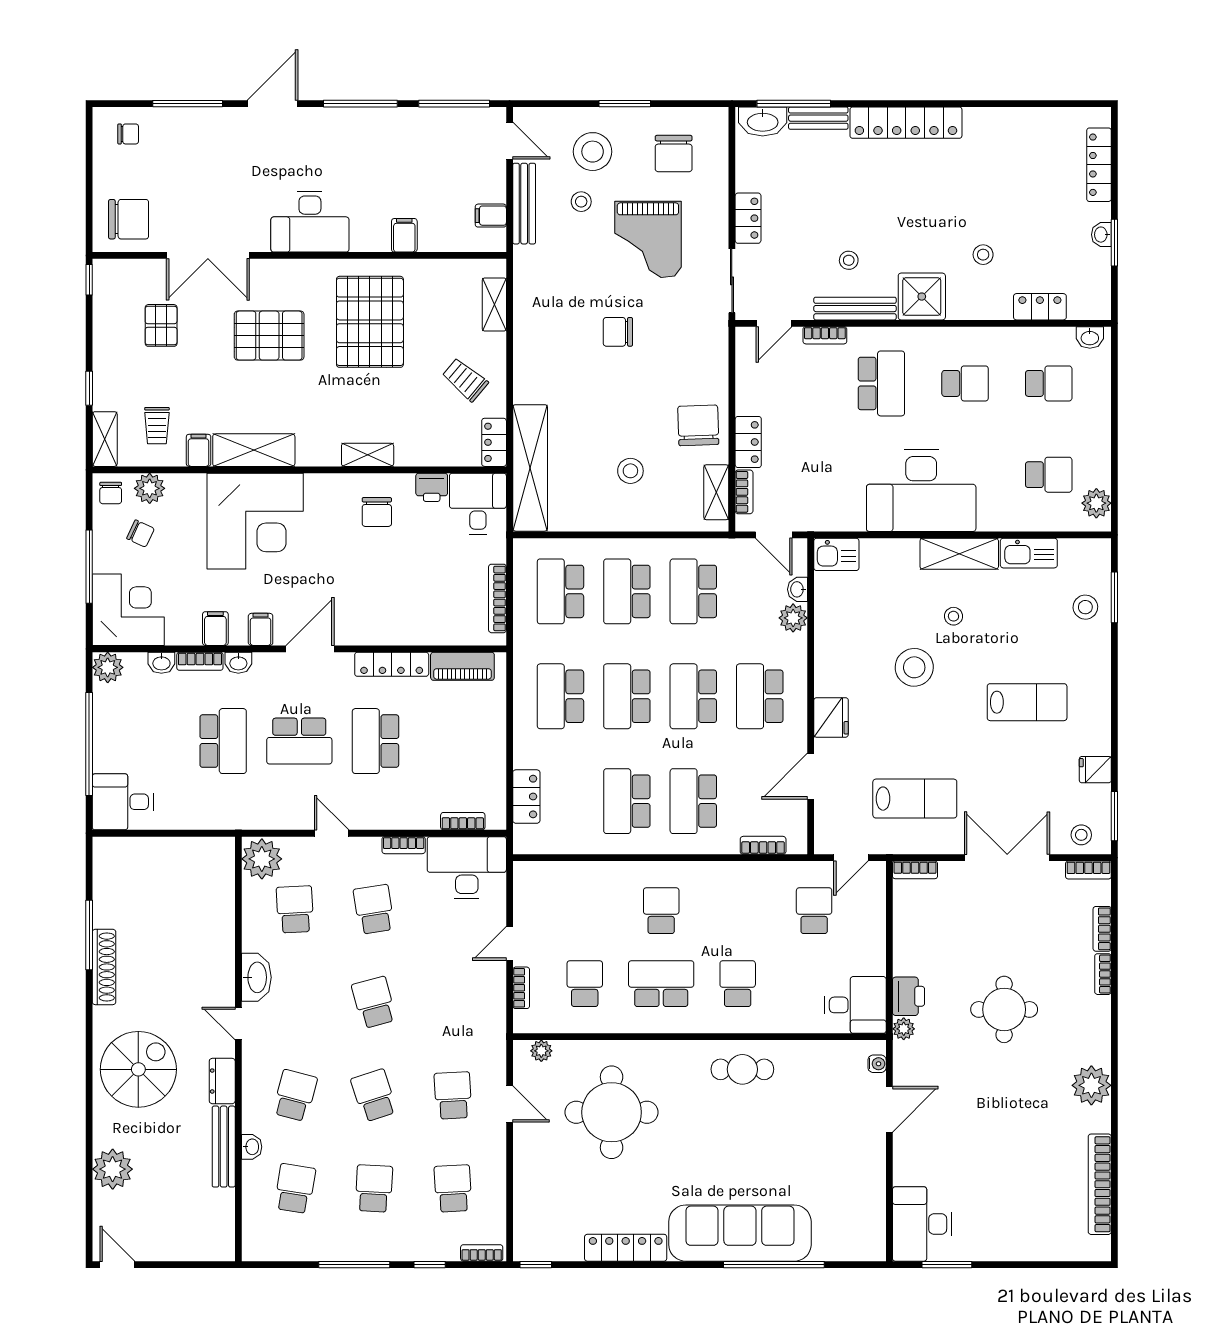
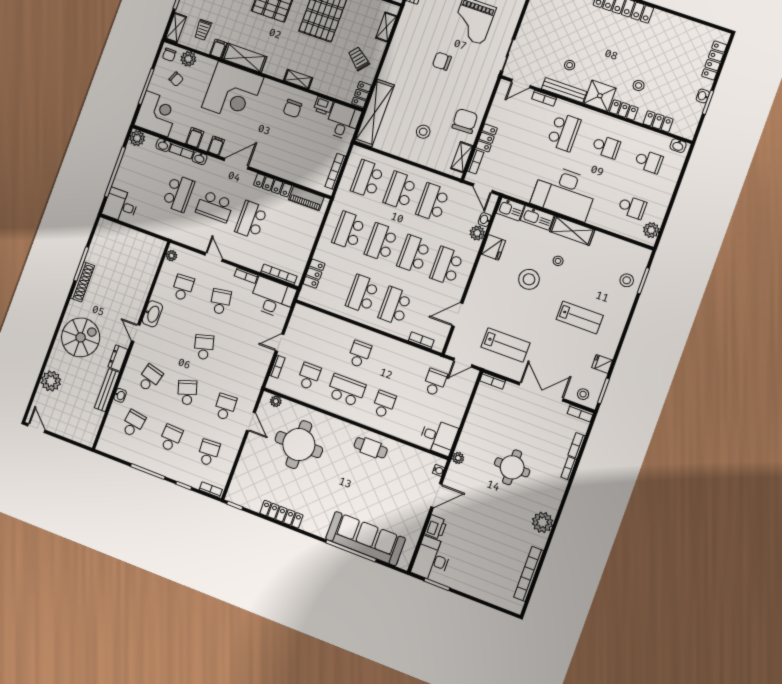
locker: (748, 218) -> (624, 110), moved, turned -90
kitchen sink: (1029, 553) -> (537, 218), moved
fridge: (831, 717) -> (493, 247), moved
bookcase: (463, 821) -> (279, 274), width x1.56
plant: (262, 859) -> (171, 256), width x0.53, depth x0.53
printer: (908, 996) -> (436, 527), moved
sofa: (740, 1233) -> (366, 539), moved

